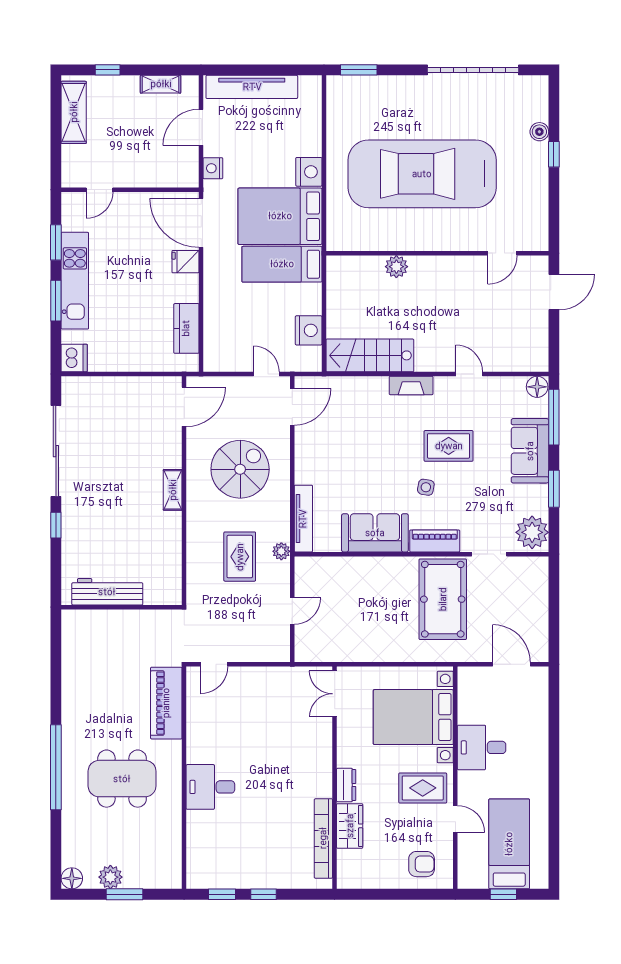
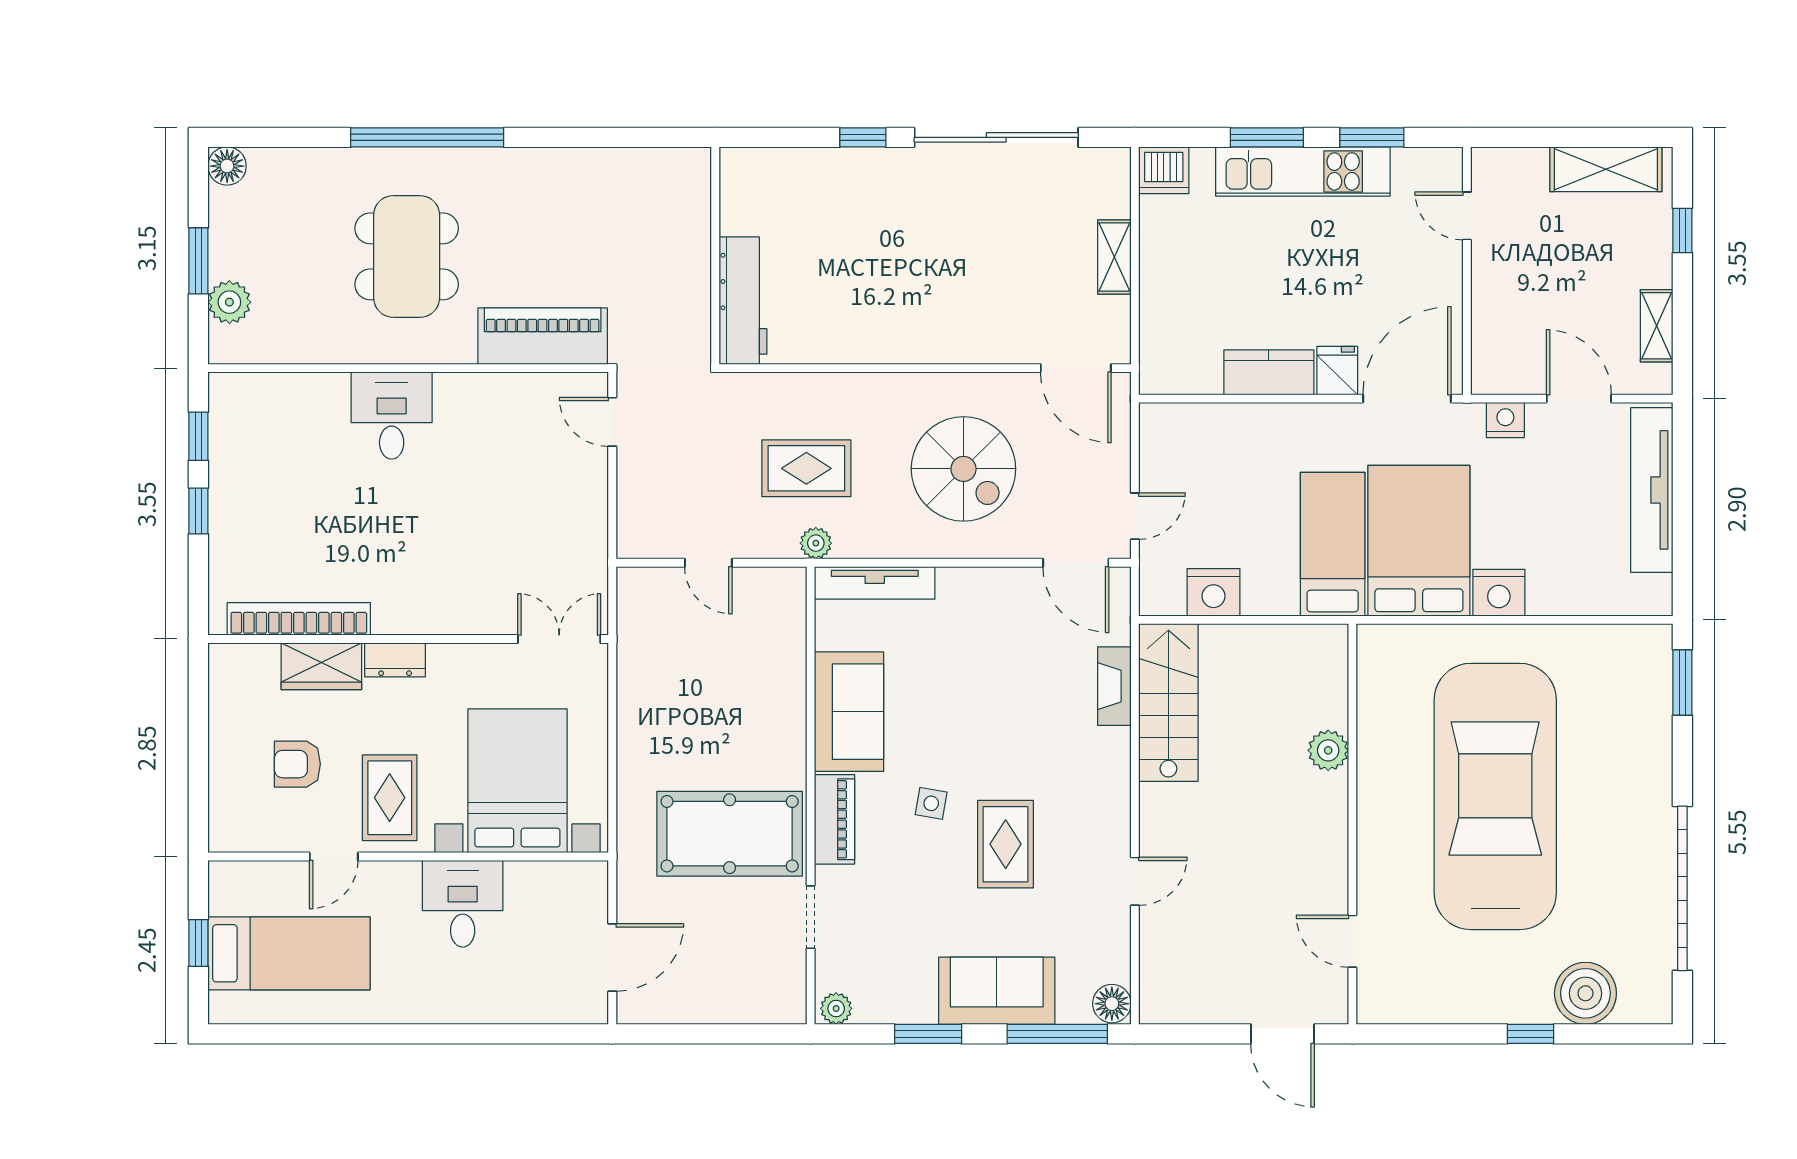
boiler: (539, 132) -> (1585, 993), width x1.86, depth x1.86
kitchen counter: (186, 328) -> (1269, 372), moved
fireplace: (411, 385) -> (1114, 686), moved
shelving: (173, 490) -> (1114, 257), moved, turned 90
plant: (532, 532) -> (836, 1008), width x0.53, depth x0.53
workbench: (107, 592) -> (743, 301), moved
armchair: (422, 864) -> (297, 764), moved, turned 90
plant: (110, 877) -> (229, 302), moved

